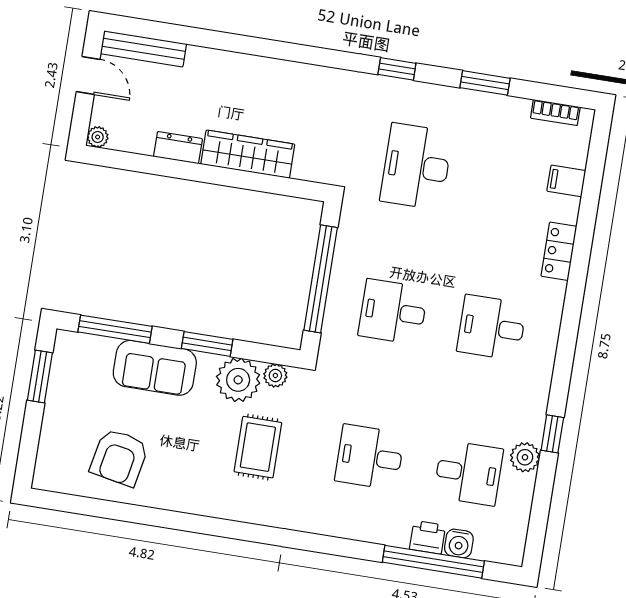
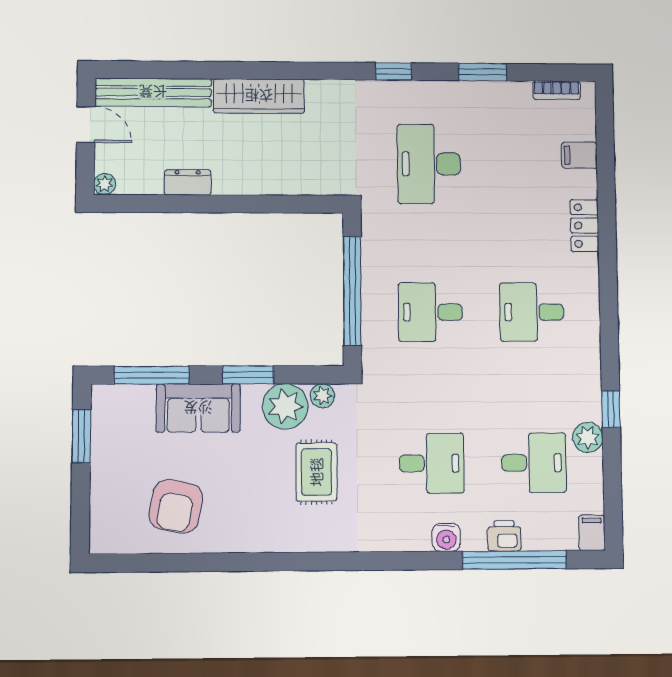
bench: (143, 49) -> (153, 92), width x1.37, depth x1.21
wardrobe: (248, 154) -> (259, 96), moved, turned 180
desk: (370, 457) -> (432, 463), turned 180
water cooler: (459, 543) -> (446, 537), moved
filing cabinet: (512, 549) -> (592, 533), added

